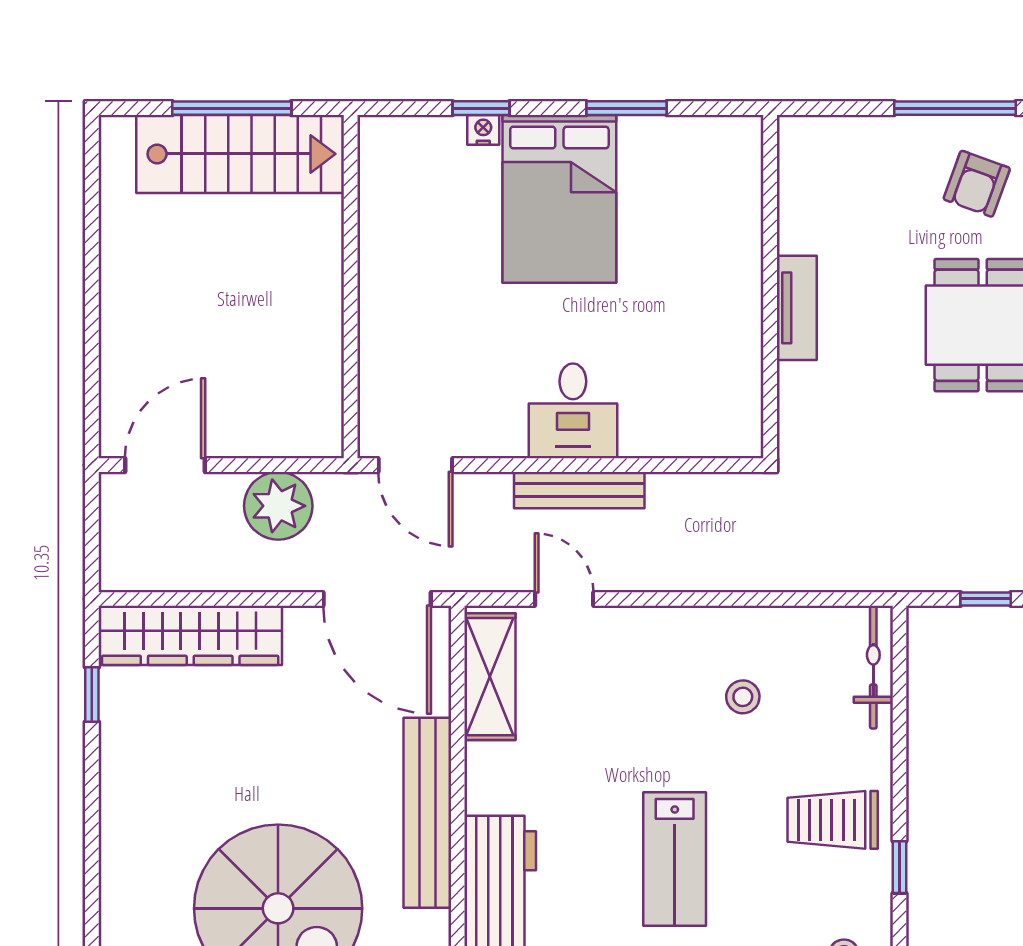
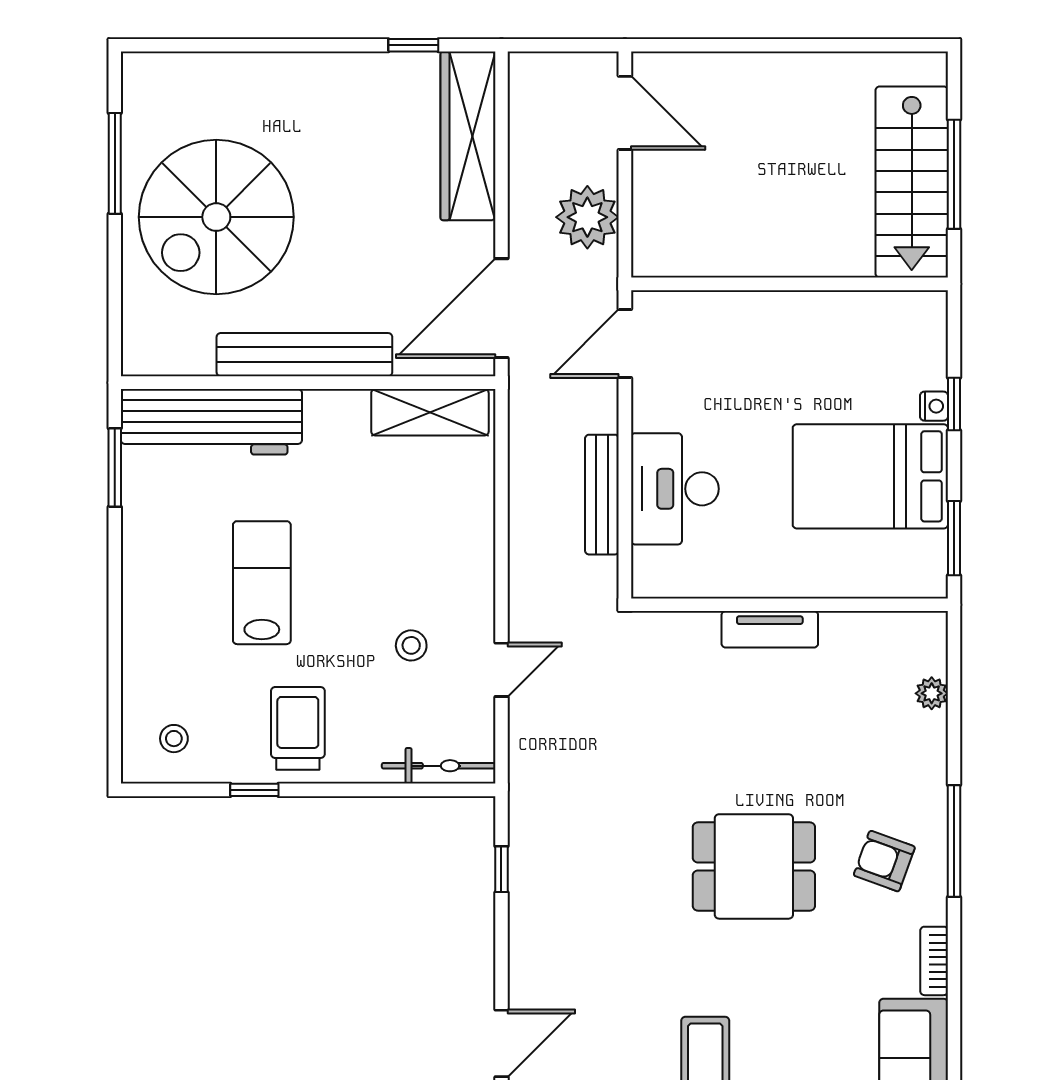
plant: (795, 132) -> (932, 693), added
wall: (770, 287) -> (789, 605), moved
tv unit: (797, 308) -> (770, 629), moved
desk: (573, 411) -> (675, 489), width x1.37
door: (564, 599) -> (501, 670), moved
lab bench: (675, 859) -> (262, 583), turned 90

